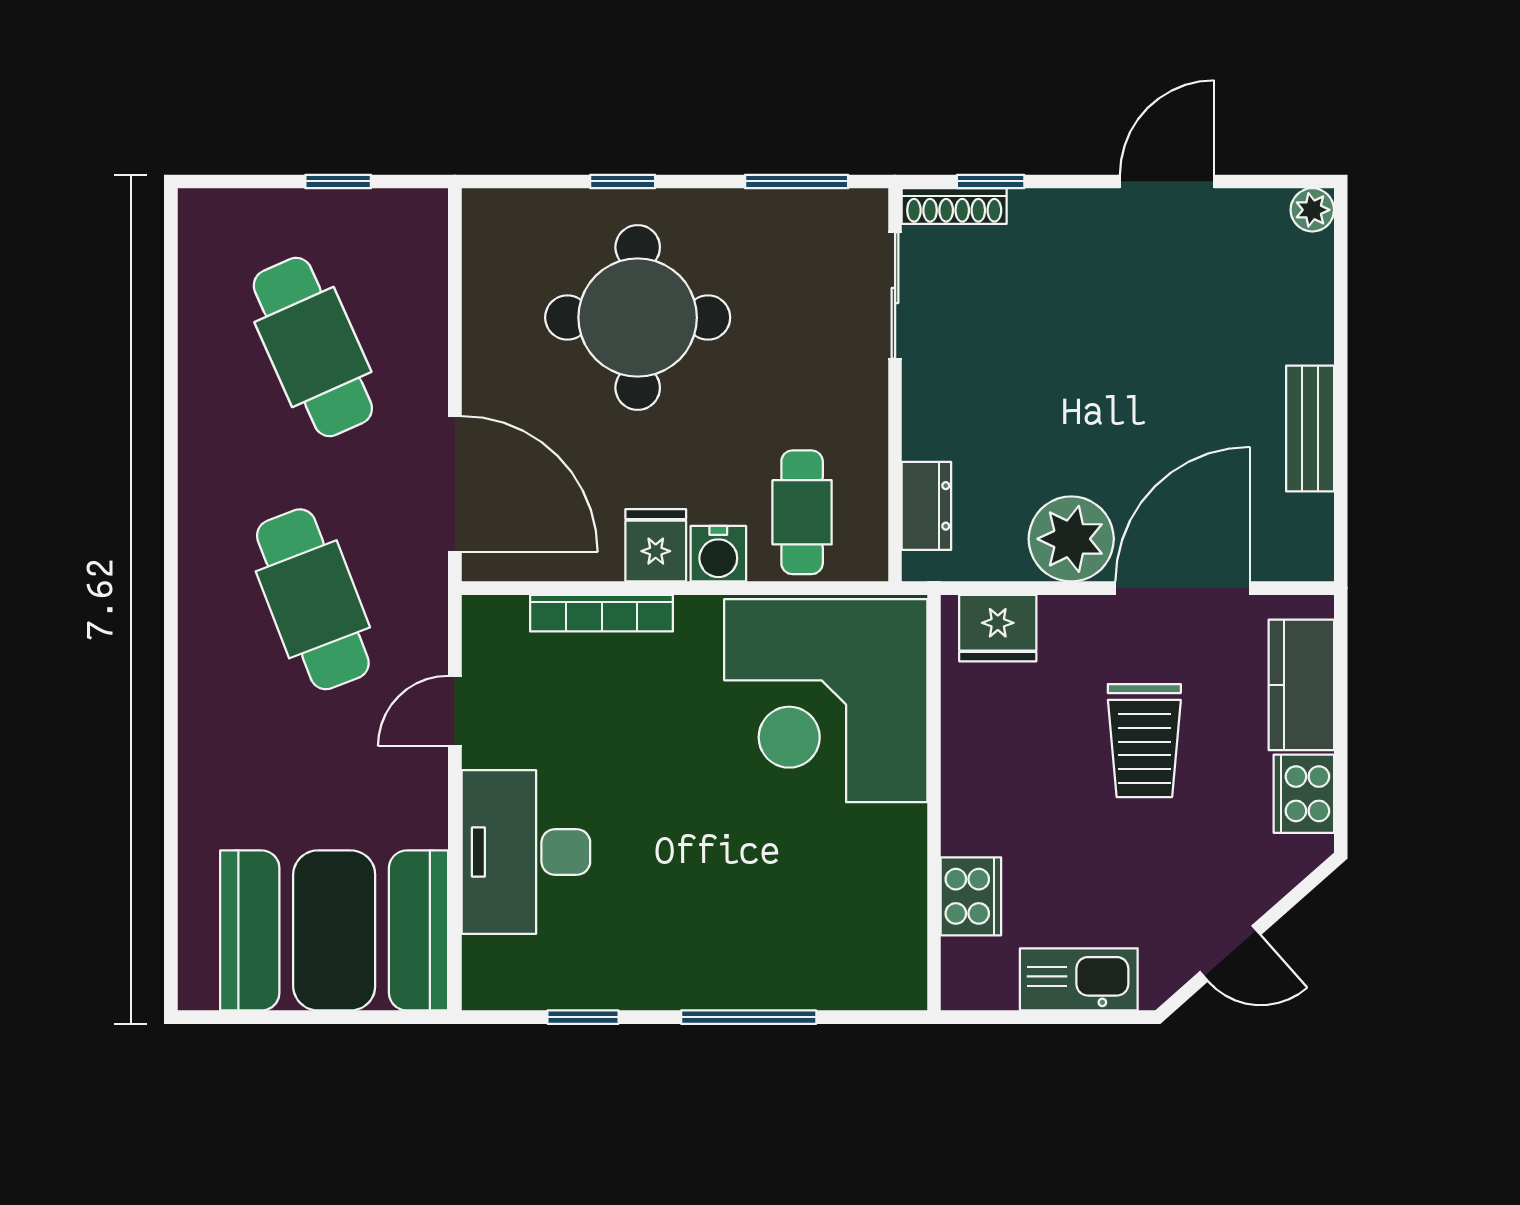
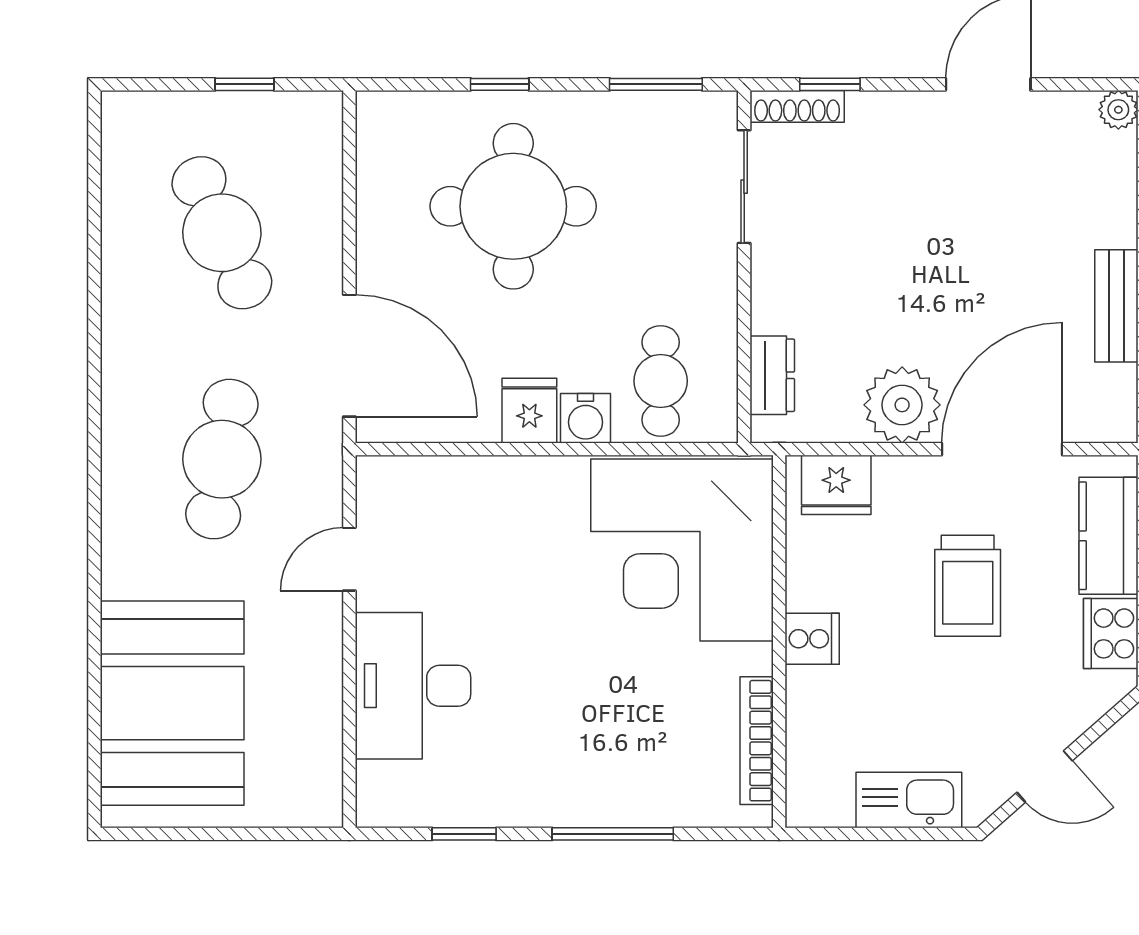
cafe table: (313, 599) -> (222, 459), turned 30
bookcase: (602, 613) -> (757, 741), moved, turned 90
cooker: (971, 896) -> (812, 639), moved, width x0.73
booth: (334, 930) -> (172, 703), moved, turned 90

